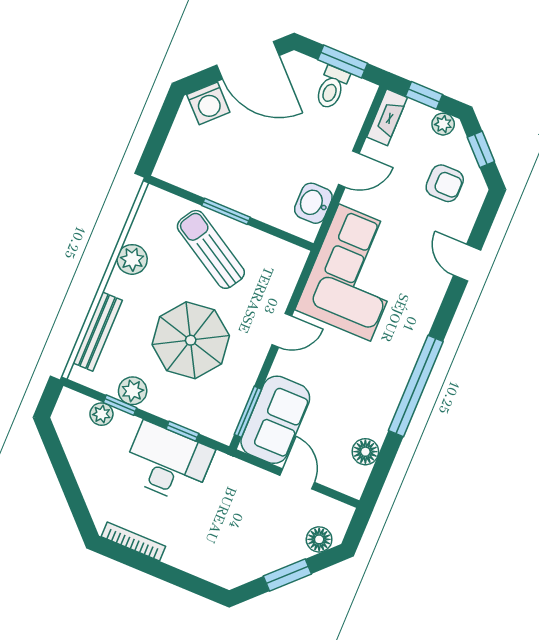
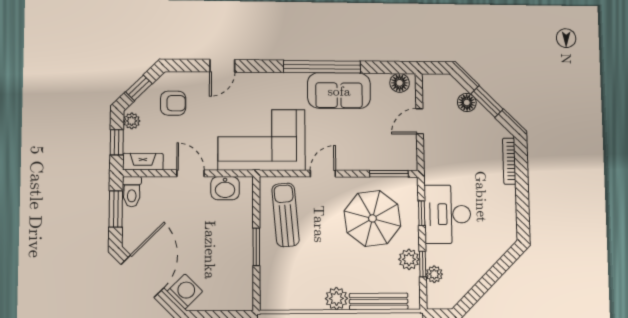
toilet: (332, 88) -> (132, 192), moved, turned 90
armchair: (445, 183) -> (173, 103), turned 90
sun lounger: (211, 249) -> (286, 215), moved, turned 144
plant: (132, 259) -> (336, 299), moved
door: (282, 330) -> (323, 174), hinge flipped
parasol: (191, 340) -> (372, 218), moved
sofa: (275, 420) -> (339, 91), moved, turned 180
floor lamp: (365, 452) -> (400, 83), moved
floor lamp: (319, 539) -> (467, 103), moved
bookcase: (133, 541) -> (509, 161), moved

